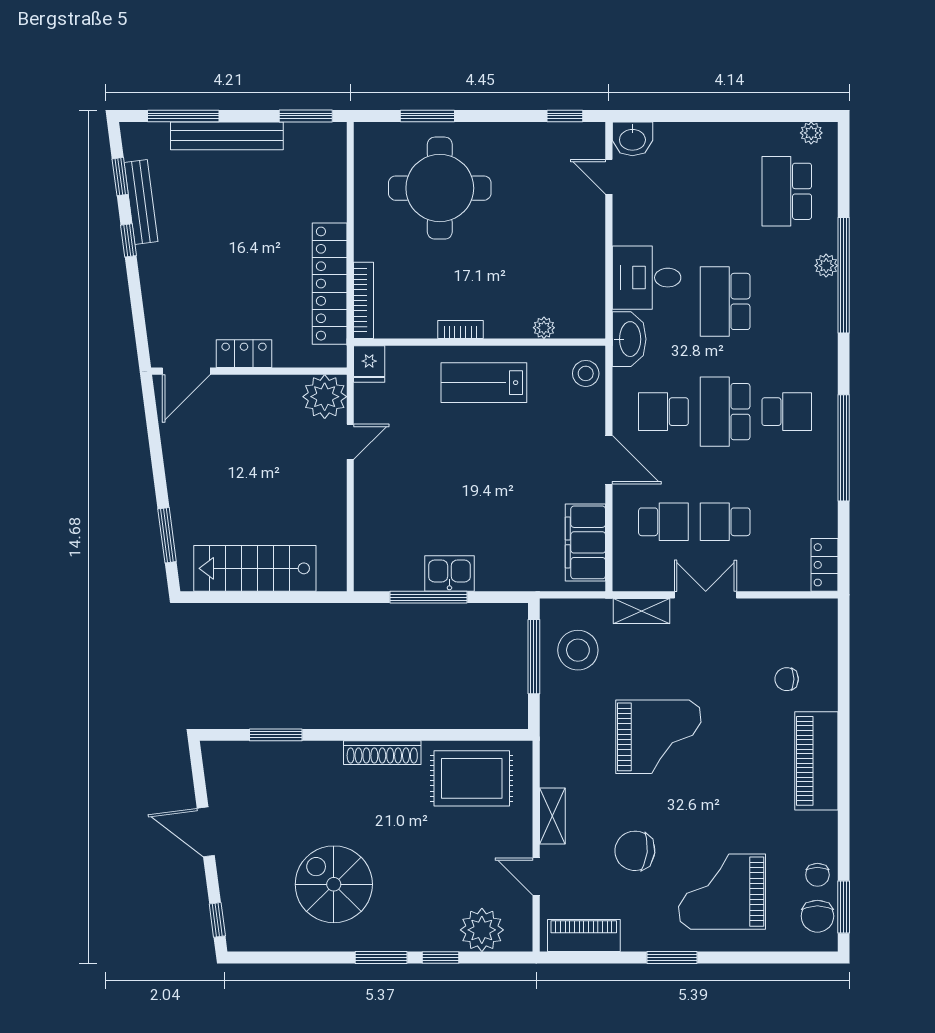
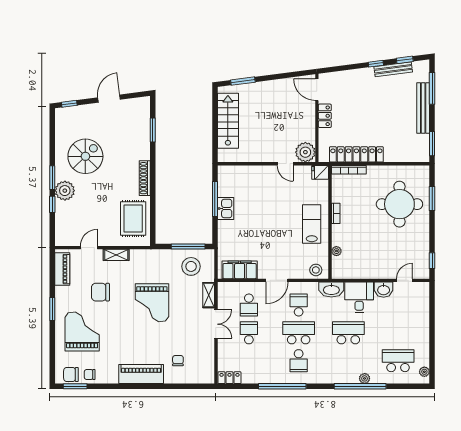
washbasin: (632, 139) -> (384, 290), moved, turned -90
chair: (635, 851) -> (100, 292), turned -96
plant: (482, 930) -> (65, 191), moved

